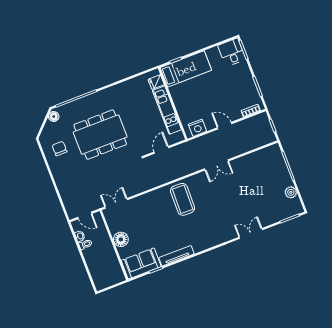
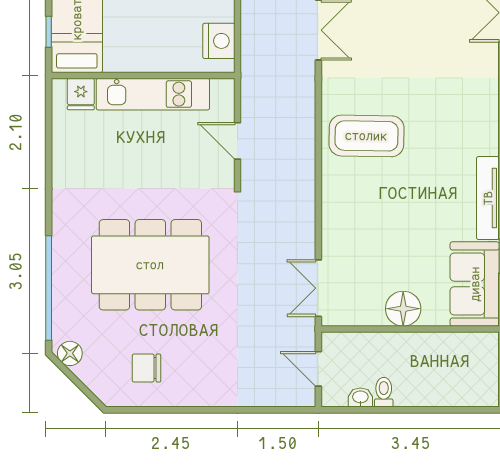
dining table: (100, 135) -> (150, 265), turned 90
door: (85, 215) -> (318, 369), swing flipped

